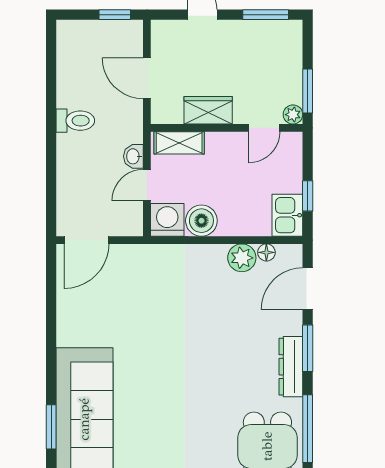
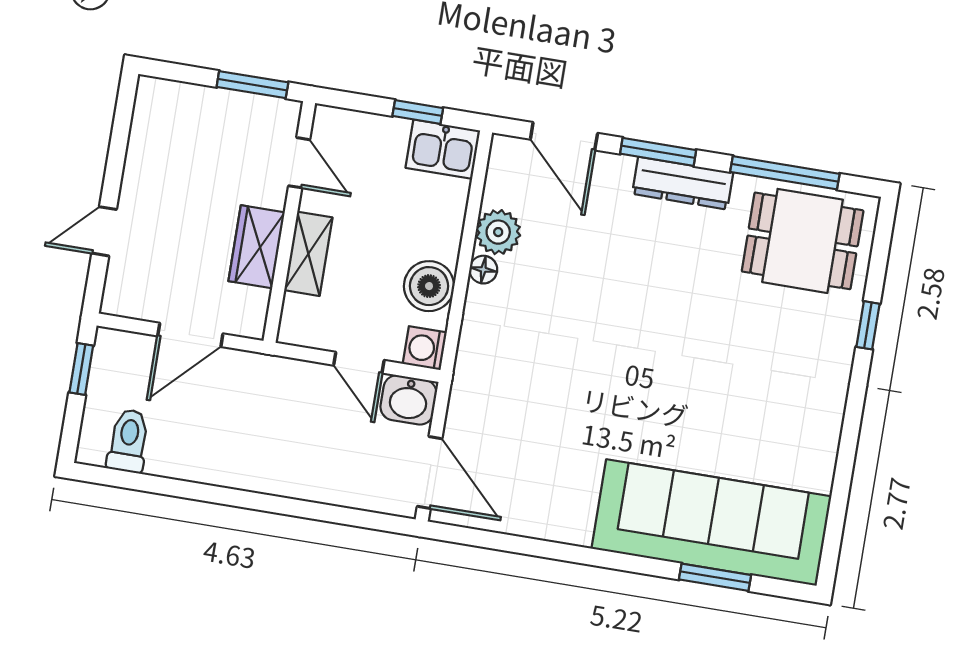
window: (266, 15) -> (121, 131), removed
plant: (293, 115) -> (285, 114), removed
toilet: (75, 121) -> (128, 441), moved
shelving: (179, 143) -> (308, 254), moved
washbasin: (133, 156) -> (409, 400), moved, width x1.38, depth x1.45
washing machine: (167, 220) -> (425, 348), width x0.73, depth x0.73
floor lamp: (266, 252) -> (483, 270), moved

